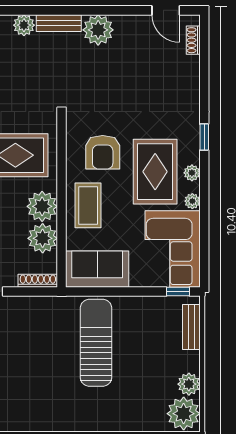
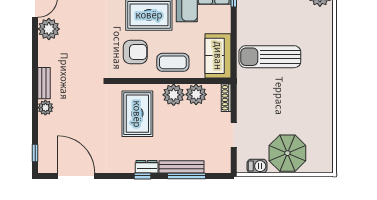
plant: (98, 30) -> (49, 29), moved

